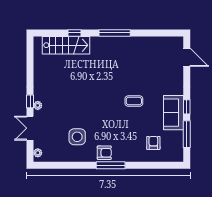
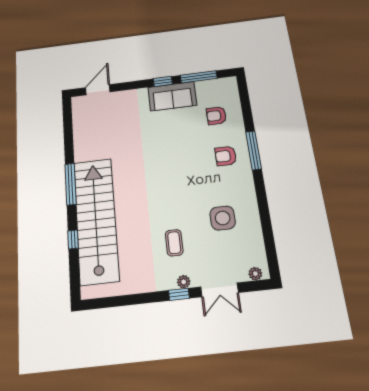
stairs: (66, 45) -> (96, 220), width x1.86, depth x1.51
coffee table: (134, 101) -> (174, 243), moved
armchair: (104, 153) -> (226, 156), moved, turned -90
window: (111, 165) -> (254, 150), moved

